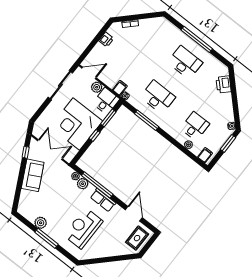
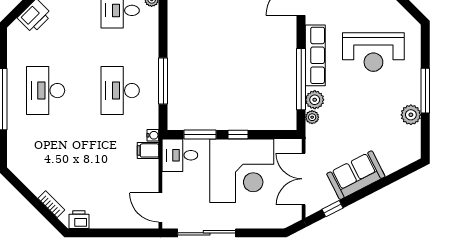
printer: (106, 40) -> (79, 220), moved
plant: (97, 87) -> (171, 182), removed
row of seats: (103, 200) -> (315, 55), width x1.48

